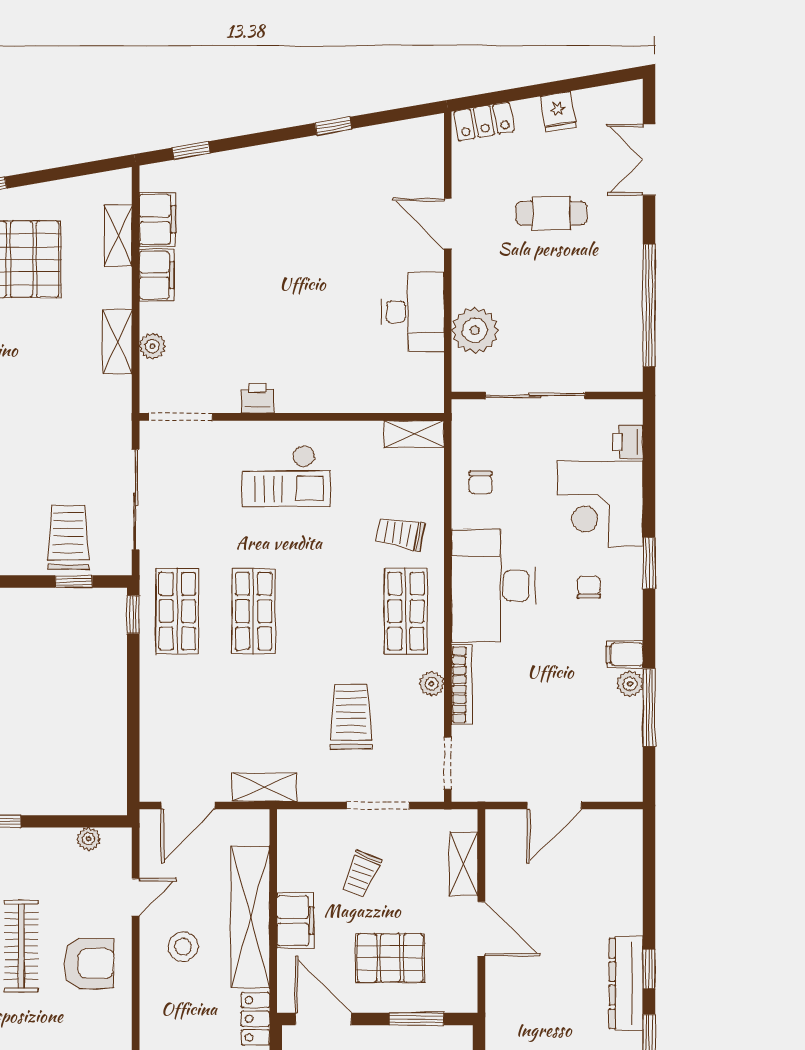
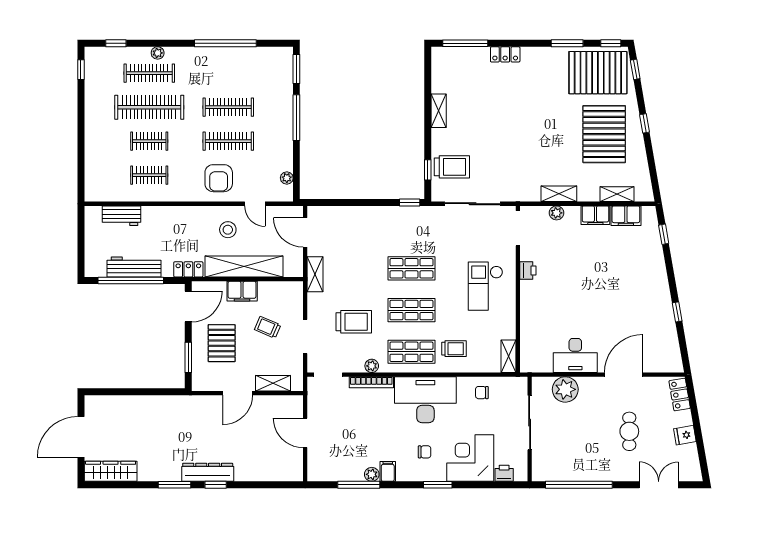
door: (448, 224) -> (624, 375), width x1.36
trolley: (400, 534) -> (454, 349), turned 80
shop shelf: (177, 611) -> (411, 310), moved

